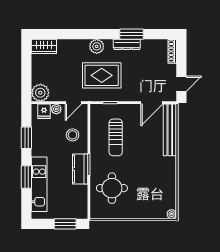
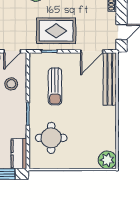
rug: (102, 75) -> (56, 31), moved
kitchen counter: (80, 169) -> (19, 154), moved
plant: (172, 214) -> (107, 160), width x1.88, depth x1.88

